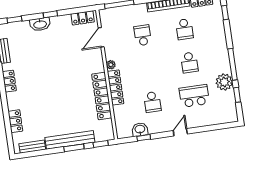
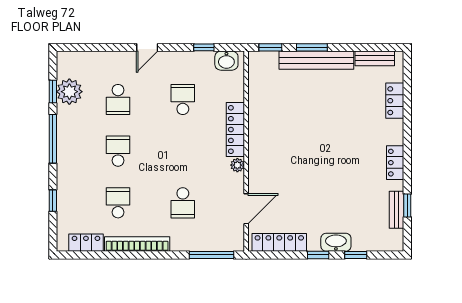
window: (225, 13) -> (53, 201), moved
locker: (83, 18) -> (279, 242), width x1.53
window: (14, 20) -> (356, 255), moved
plant: (224, 82) -> (69, 92), moved
locker: (102, 96) -> (258, 120), removed
school desk: (194, 96) -> (118, 99), width x0.54
washbasin: (140, 129) -> (226, 61), moved

